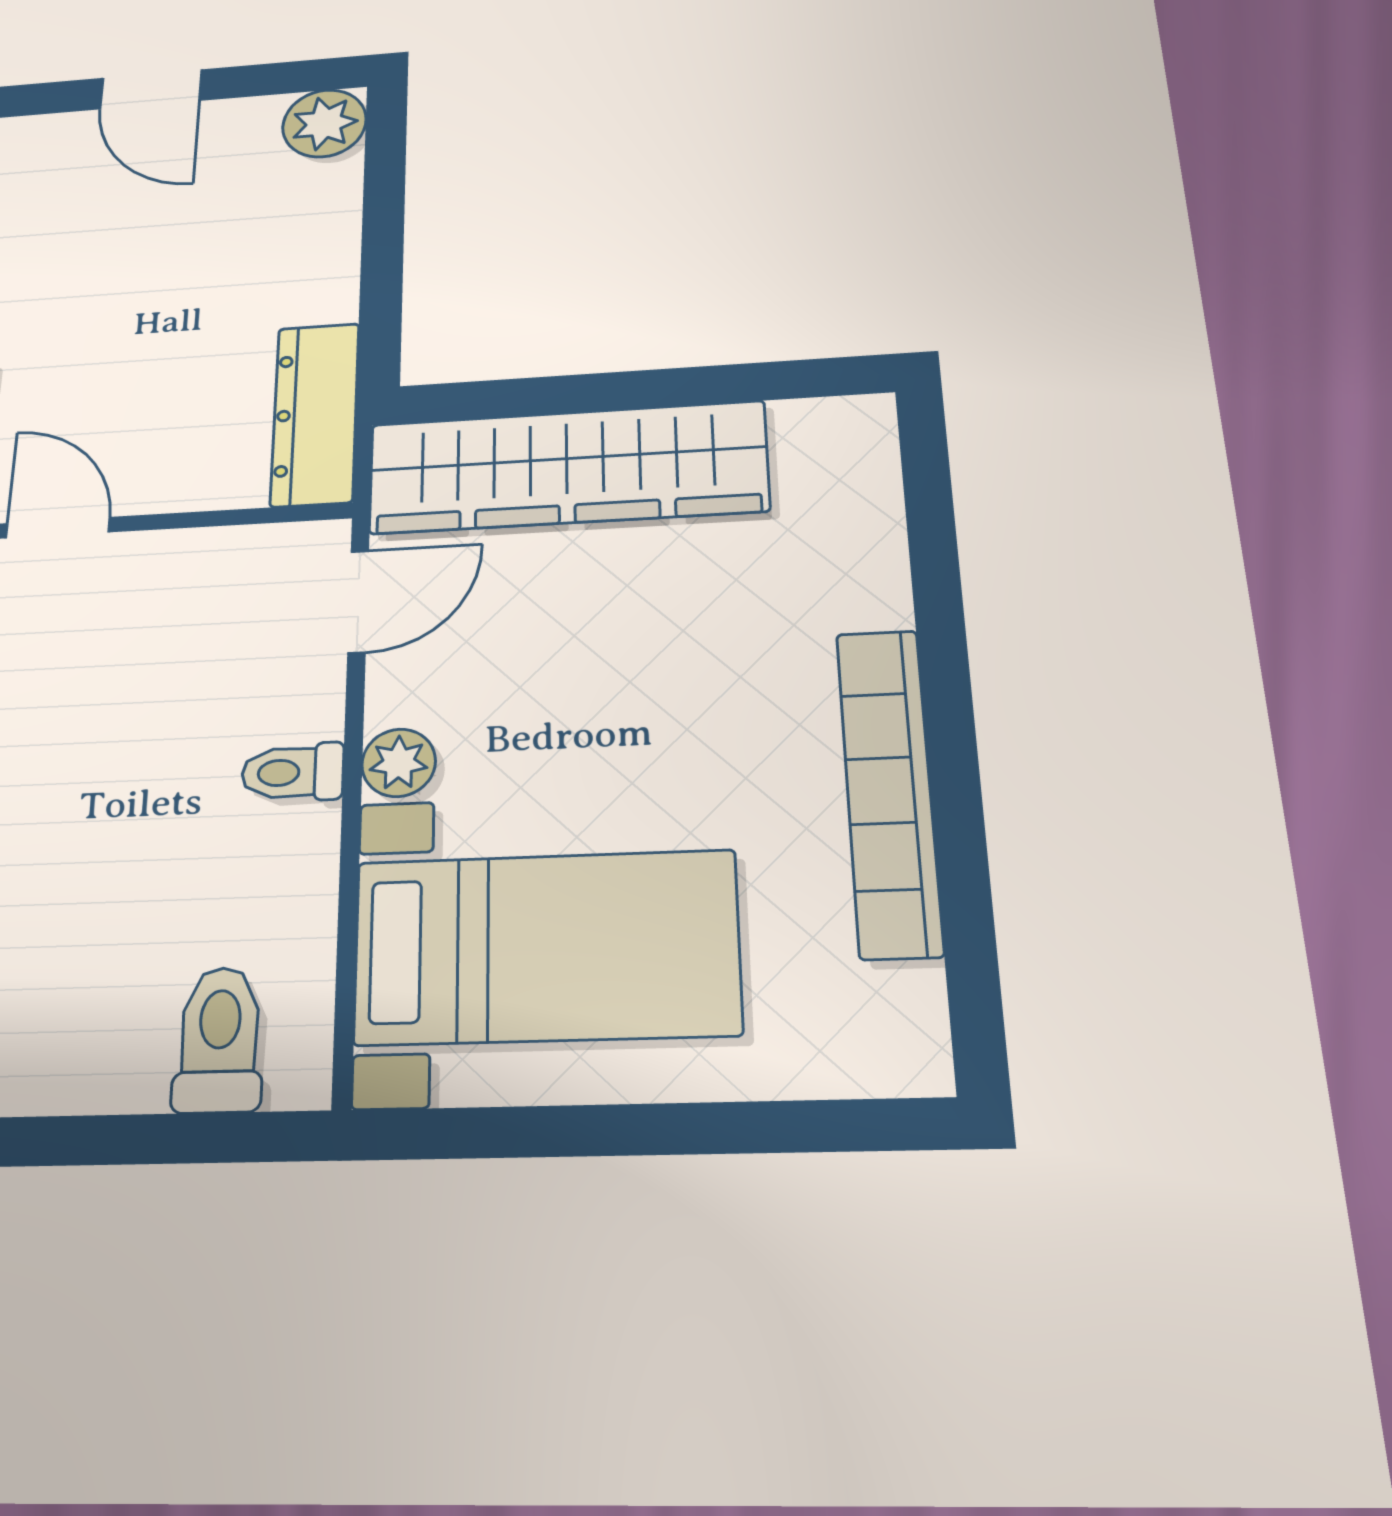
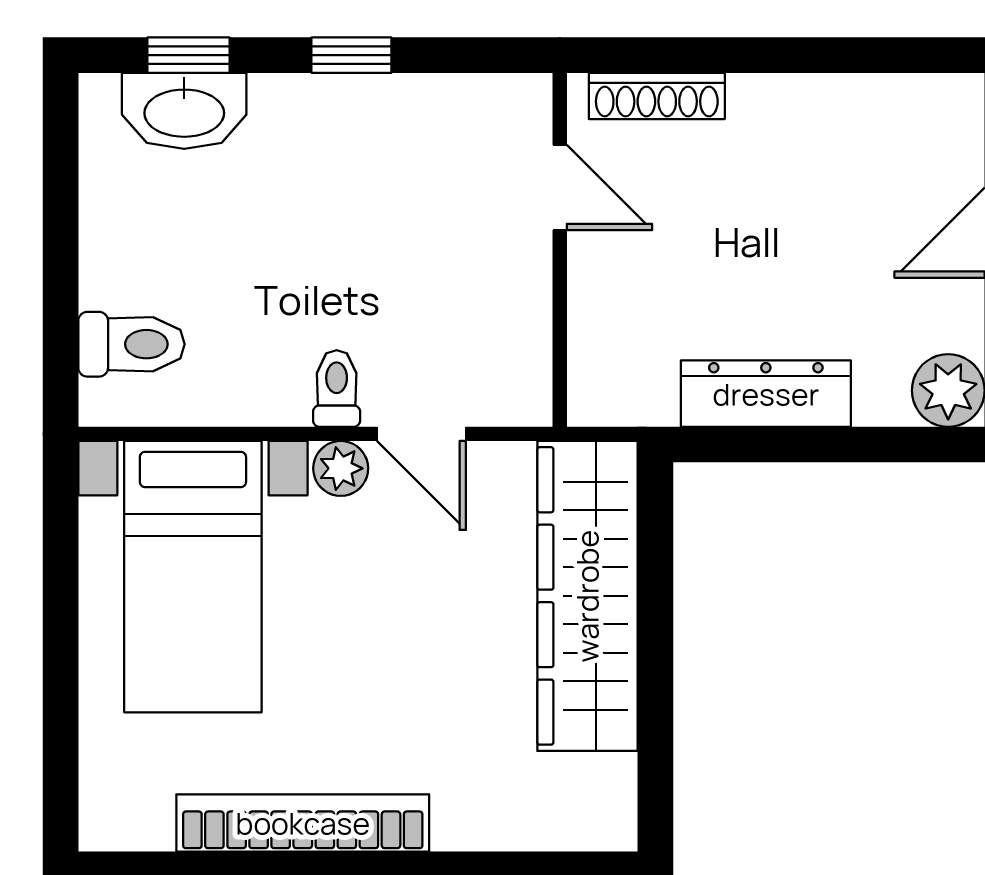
dresser: (315, 414) -> (766, 394), moved
door: (58, 528) -> (560, 188), hinge flipped
door: (358, 601) -> (421, 434), moved

